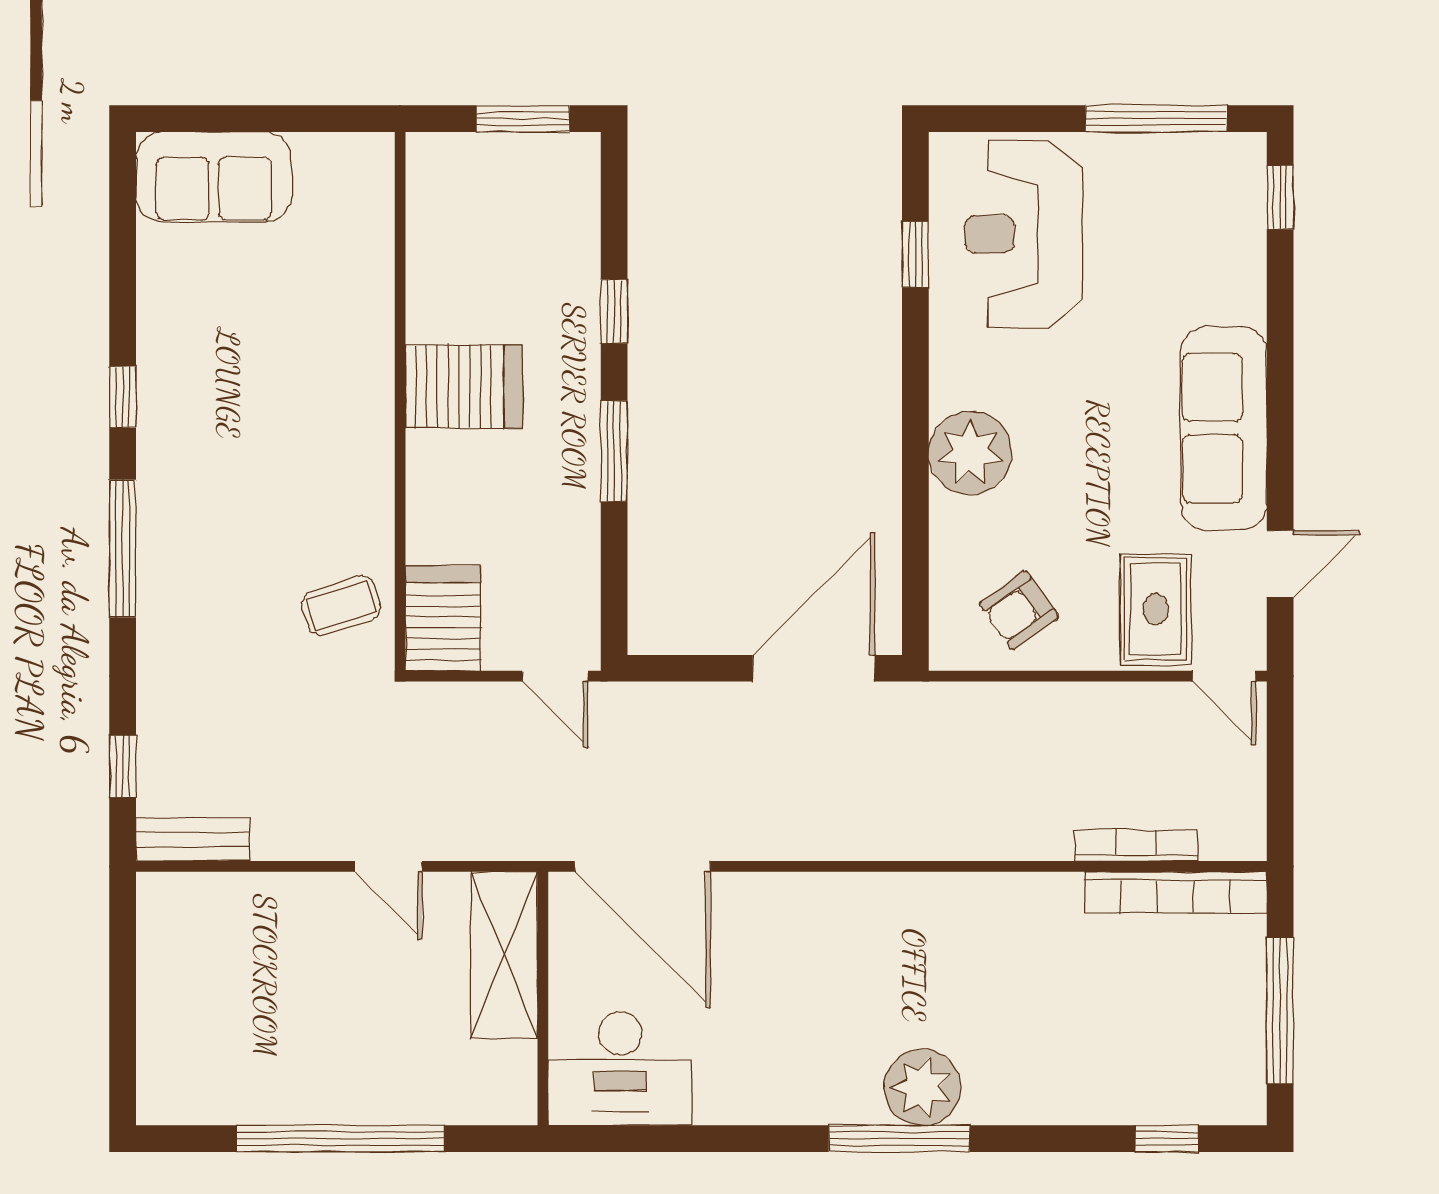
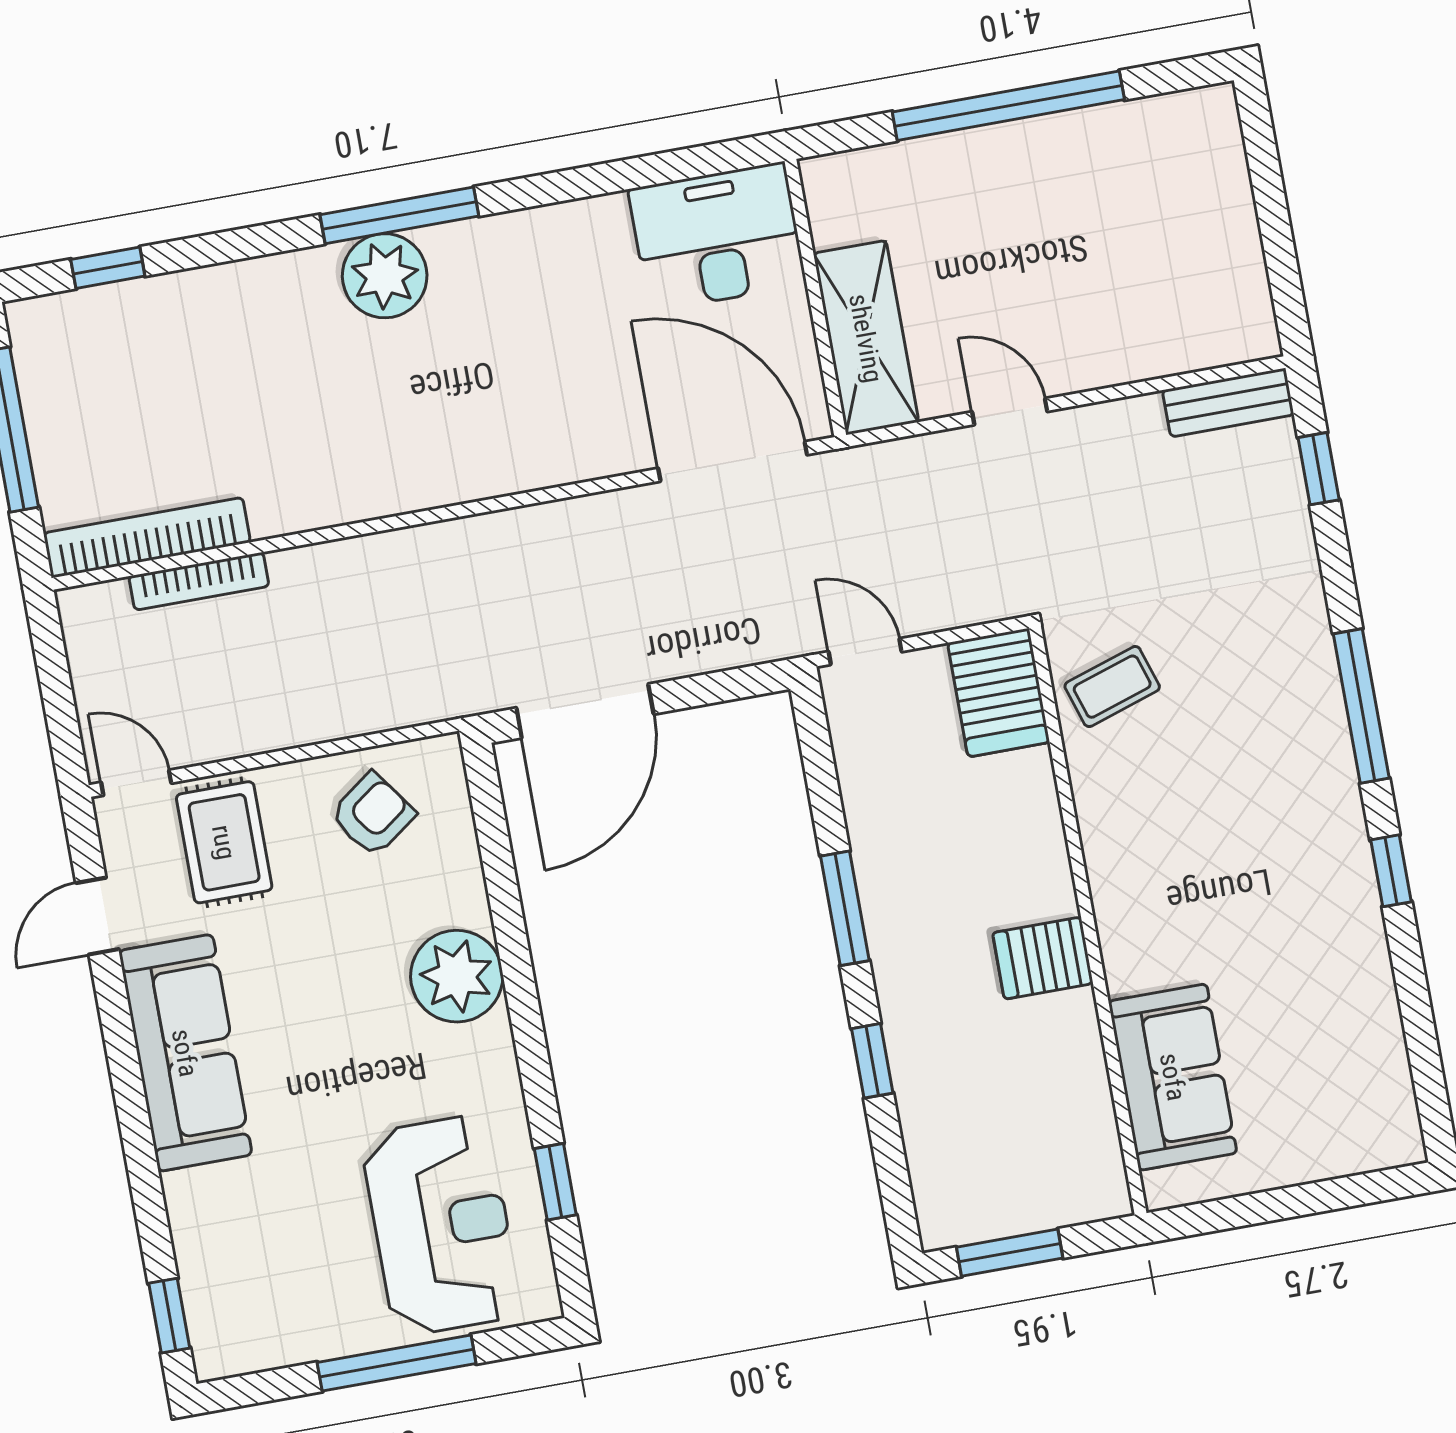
window: (1156, 119) -> (397, 1363), moved
sofa: (214, 177) -> (1173, 1077), moved, turned 90
server rack: (464, 386) -> (1043, 958), width x0.73, depth x0.70

